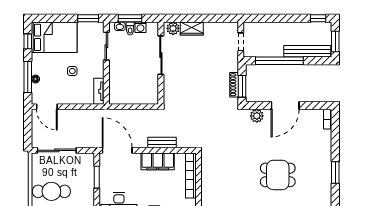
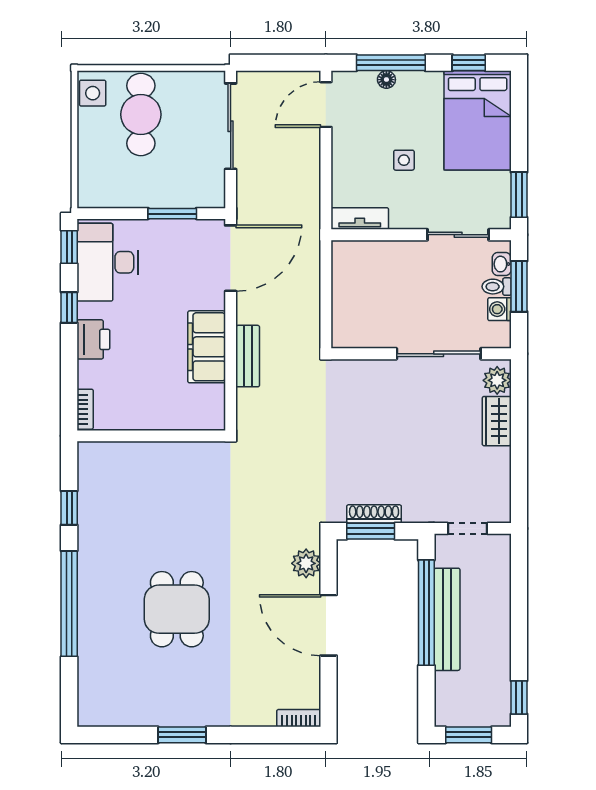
bench: (307, 51) -> (447, 619), moved
bookcase: (191, 175) -> (176, 419), removed

